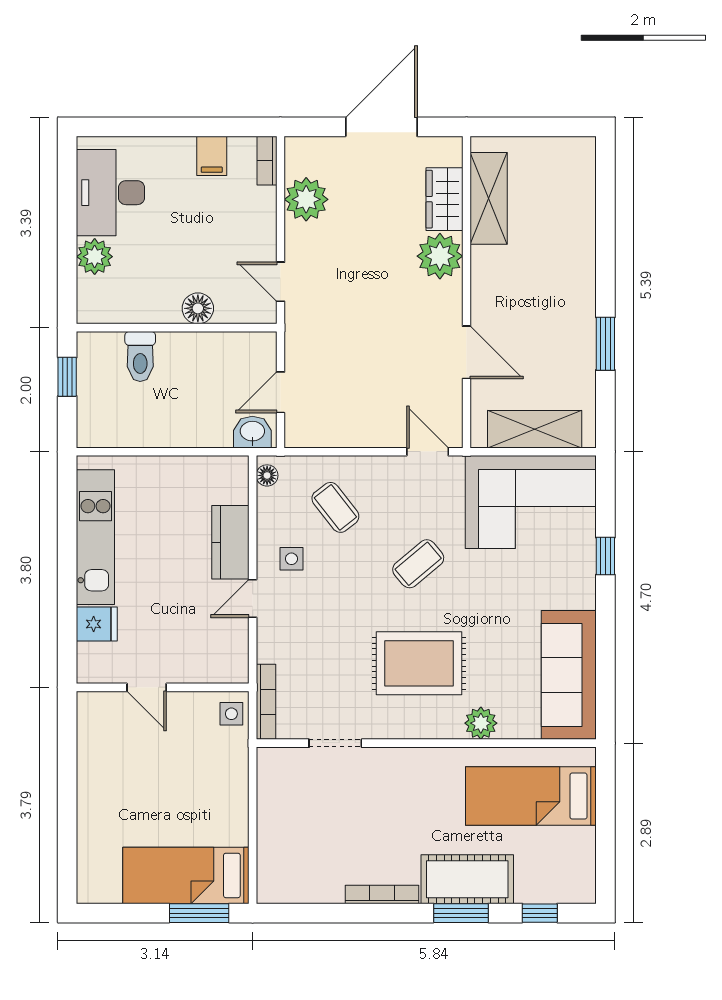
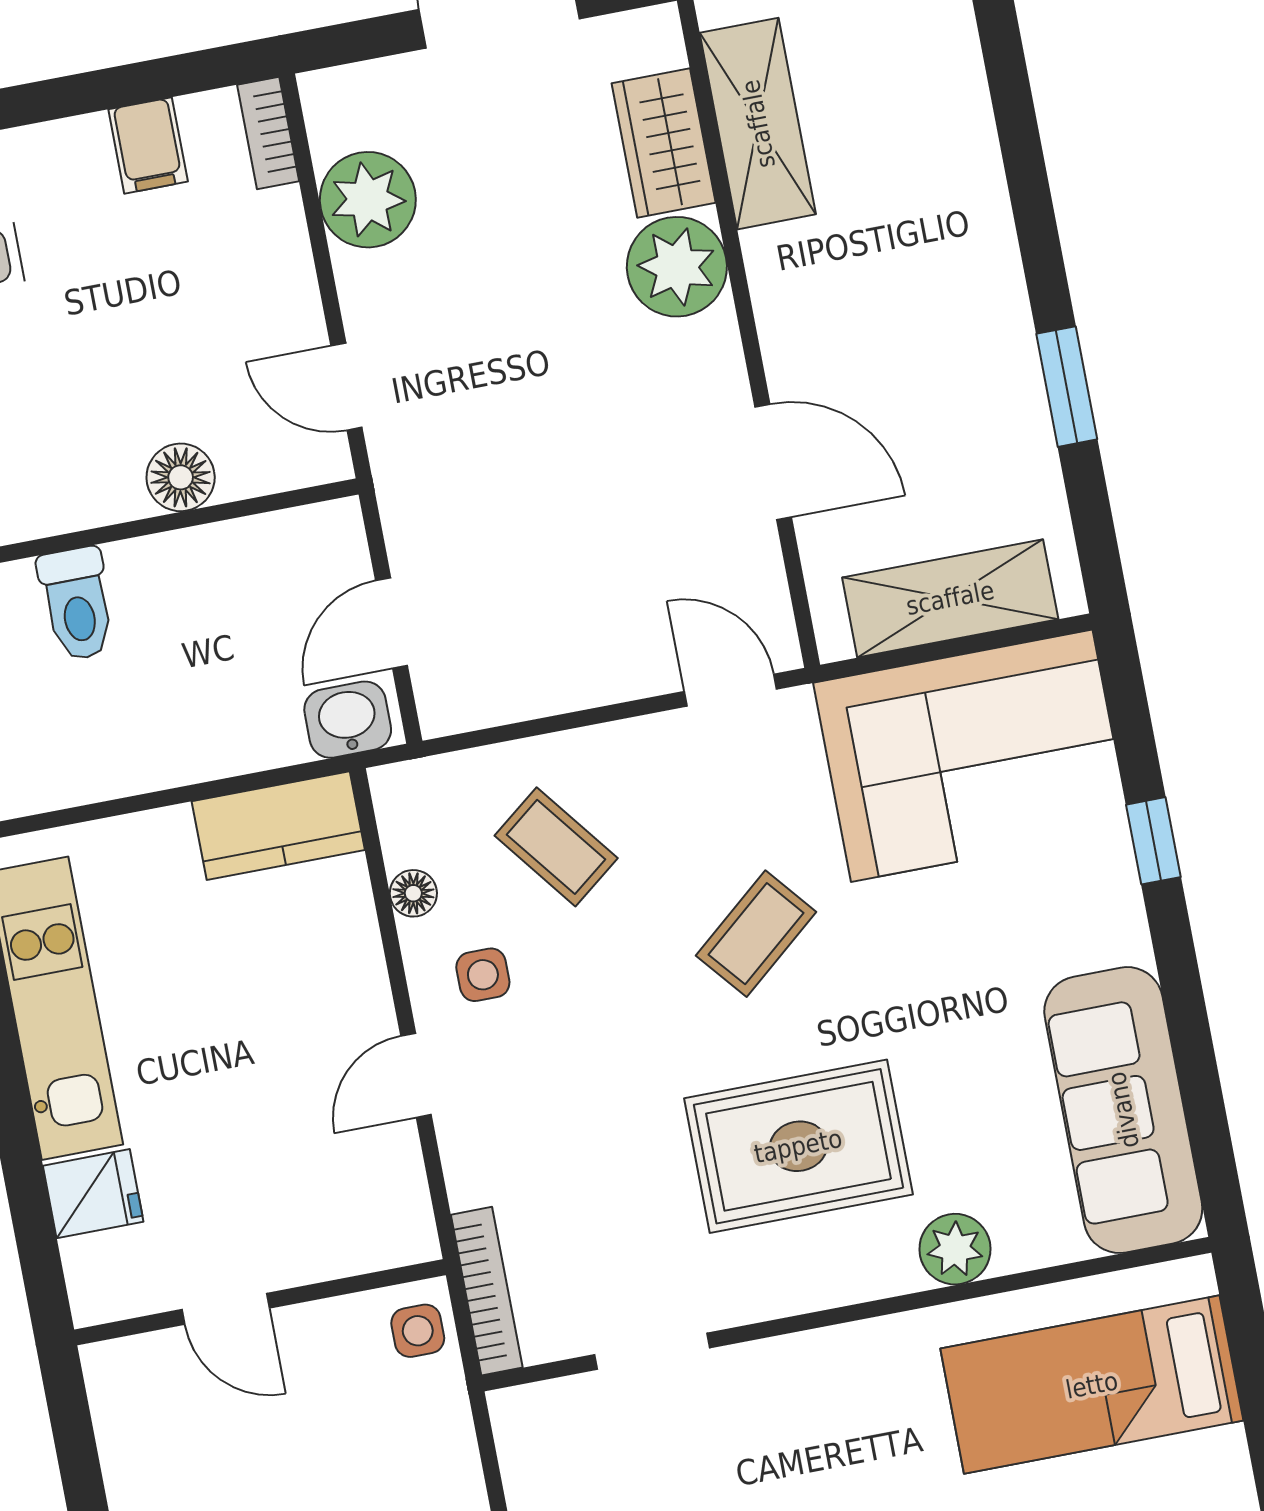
floor lamp: (267, 475) -> (413, 893), moved
kitchen counter: (230, 542) -> (278, 826), moved, turned -90

